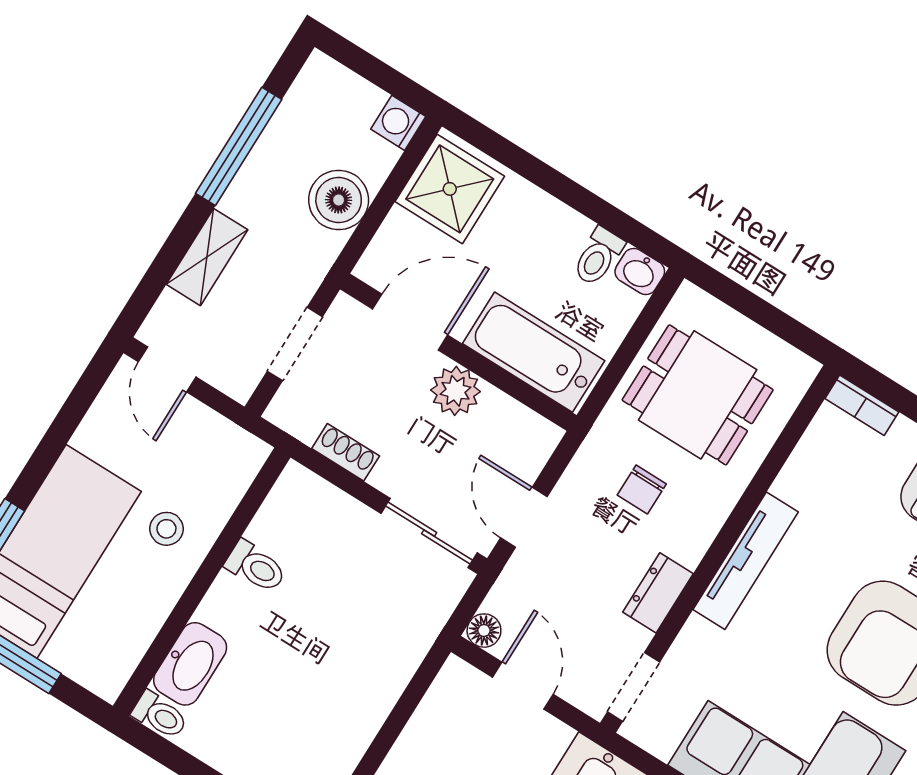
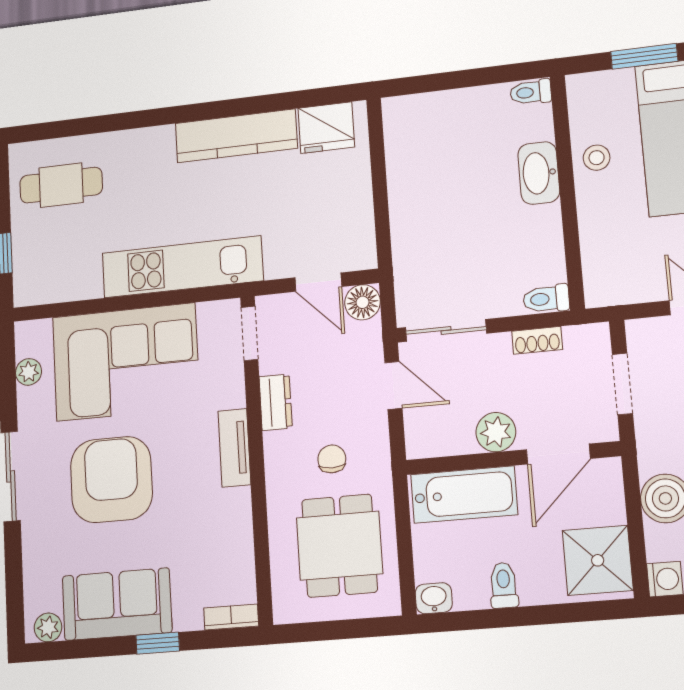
toilet: (598, 257) -> (504, 585), moved
dining table: (698, 395) -> (340, 546), turned 90
stool: (166, 529) -> (597, 158), moved
tv unit: (746, 561) -> (234, 448), width x0.71
toilet: (256, 567) -> (546, 299), moved
floor lamp: (484, 631) -> (363, 302), width x1.37, depth x1.37
washbasin: (190, 664) -> (539, 173), moved

